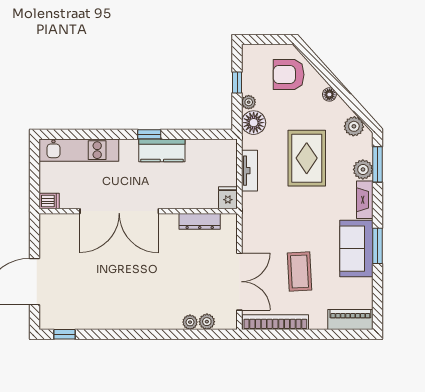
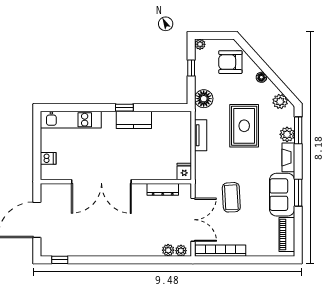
plant: (249, 102) -> (200, 44), moved
fridge: (228, 198) -> (184, 171), moved
double door: (119, 211) -> (101, 182), moved
wall: (138, 211) -> (116, 182), moved
dresser: (200, 221) -> (163, 189), moved
coffee table: (300, 271) -> (231, 197), moved
piano: (350, 320) -> (287, 234), moved, turned -90
plant: (190, 322) -> (181, 251), moved

